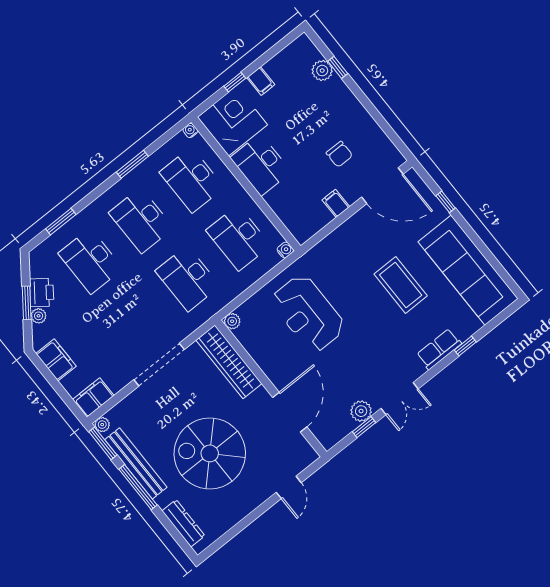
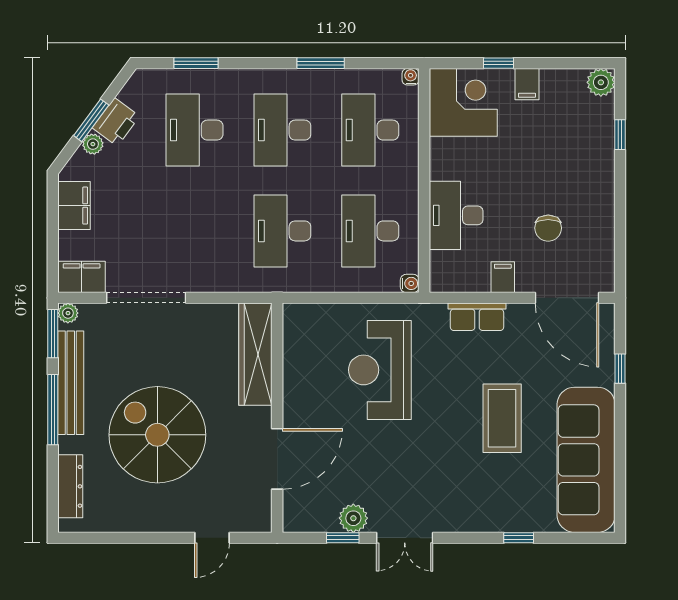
plant: (322, 71) -> (601, 82), moved
desk: (261, 165) -> (456, 215), moved
plant: (232, 321) -> (293, 314), removed
row of seats: (439, 349) -> (477, 317), moved, turned 180
doorway: (159, 365) -> (146, 298), moved

